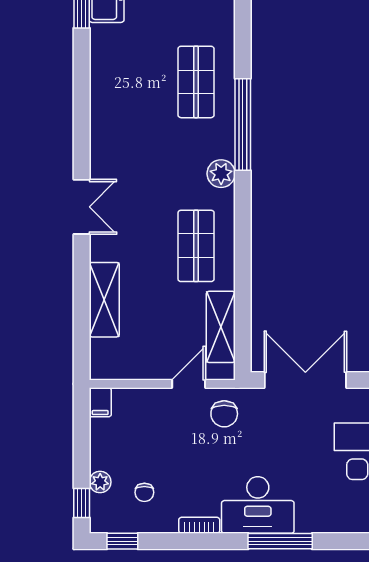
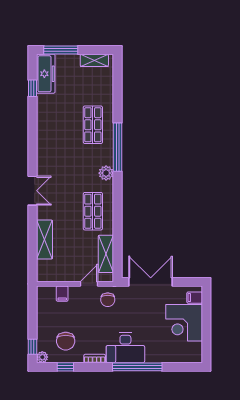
filing cabinet: (100, 402) -> (62, 294), moved
plant: (100, 482) -> (42, 357), moved
chair: (144, 492) -> (66, 341), width x1.87, depth x1.87
window: (122, 541) -> (65, 367), moved
window: (280, 541) -> (137, 367), width x1.46

